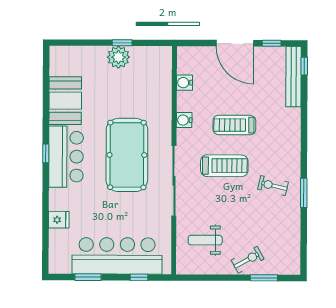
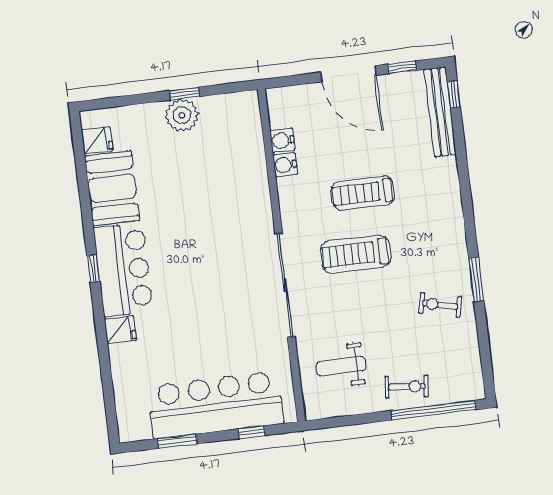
fridge: (59, 67) -> (97, 140), added
water cooler: (184, 120) -> (285, 165), moved
pool table: (127, 155) -> (212, 256), removed
treadmill: (224, 166) -> (356, 254), turned 180
exercise bike: (273, 186) -> (440, 305), moved
fridge: (59, 220) -> (120, 330), moved
exercise bike: (248, 260) -> (407, 387), turned 34
window: (264, 278) -> (433, 410), width x2.11

